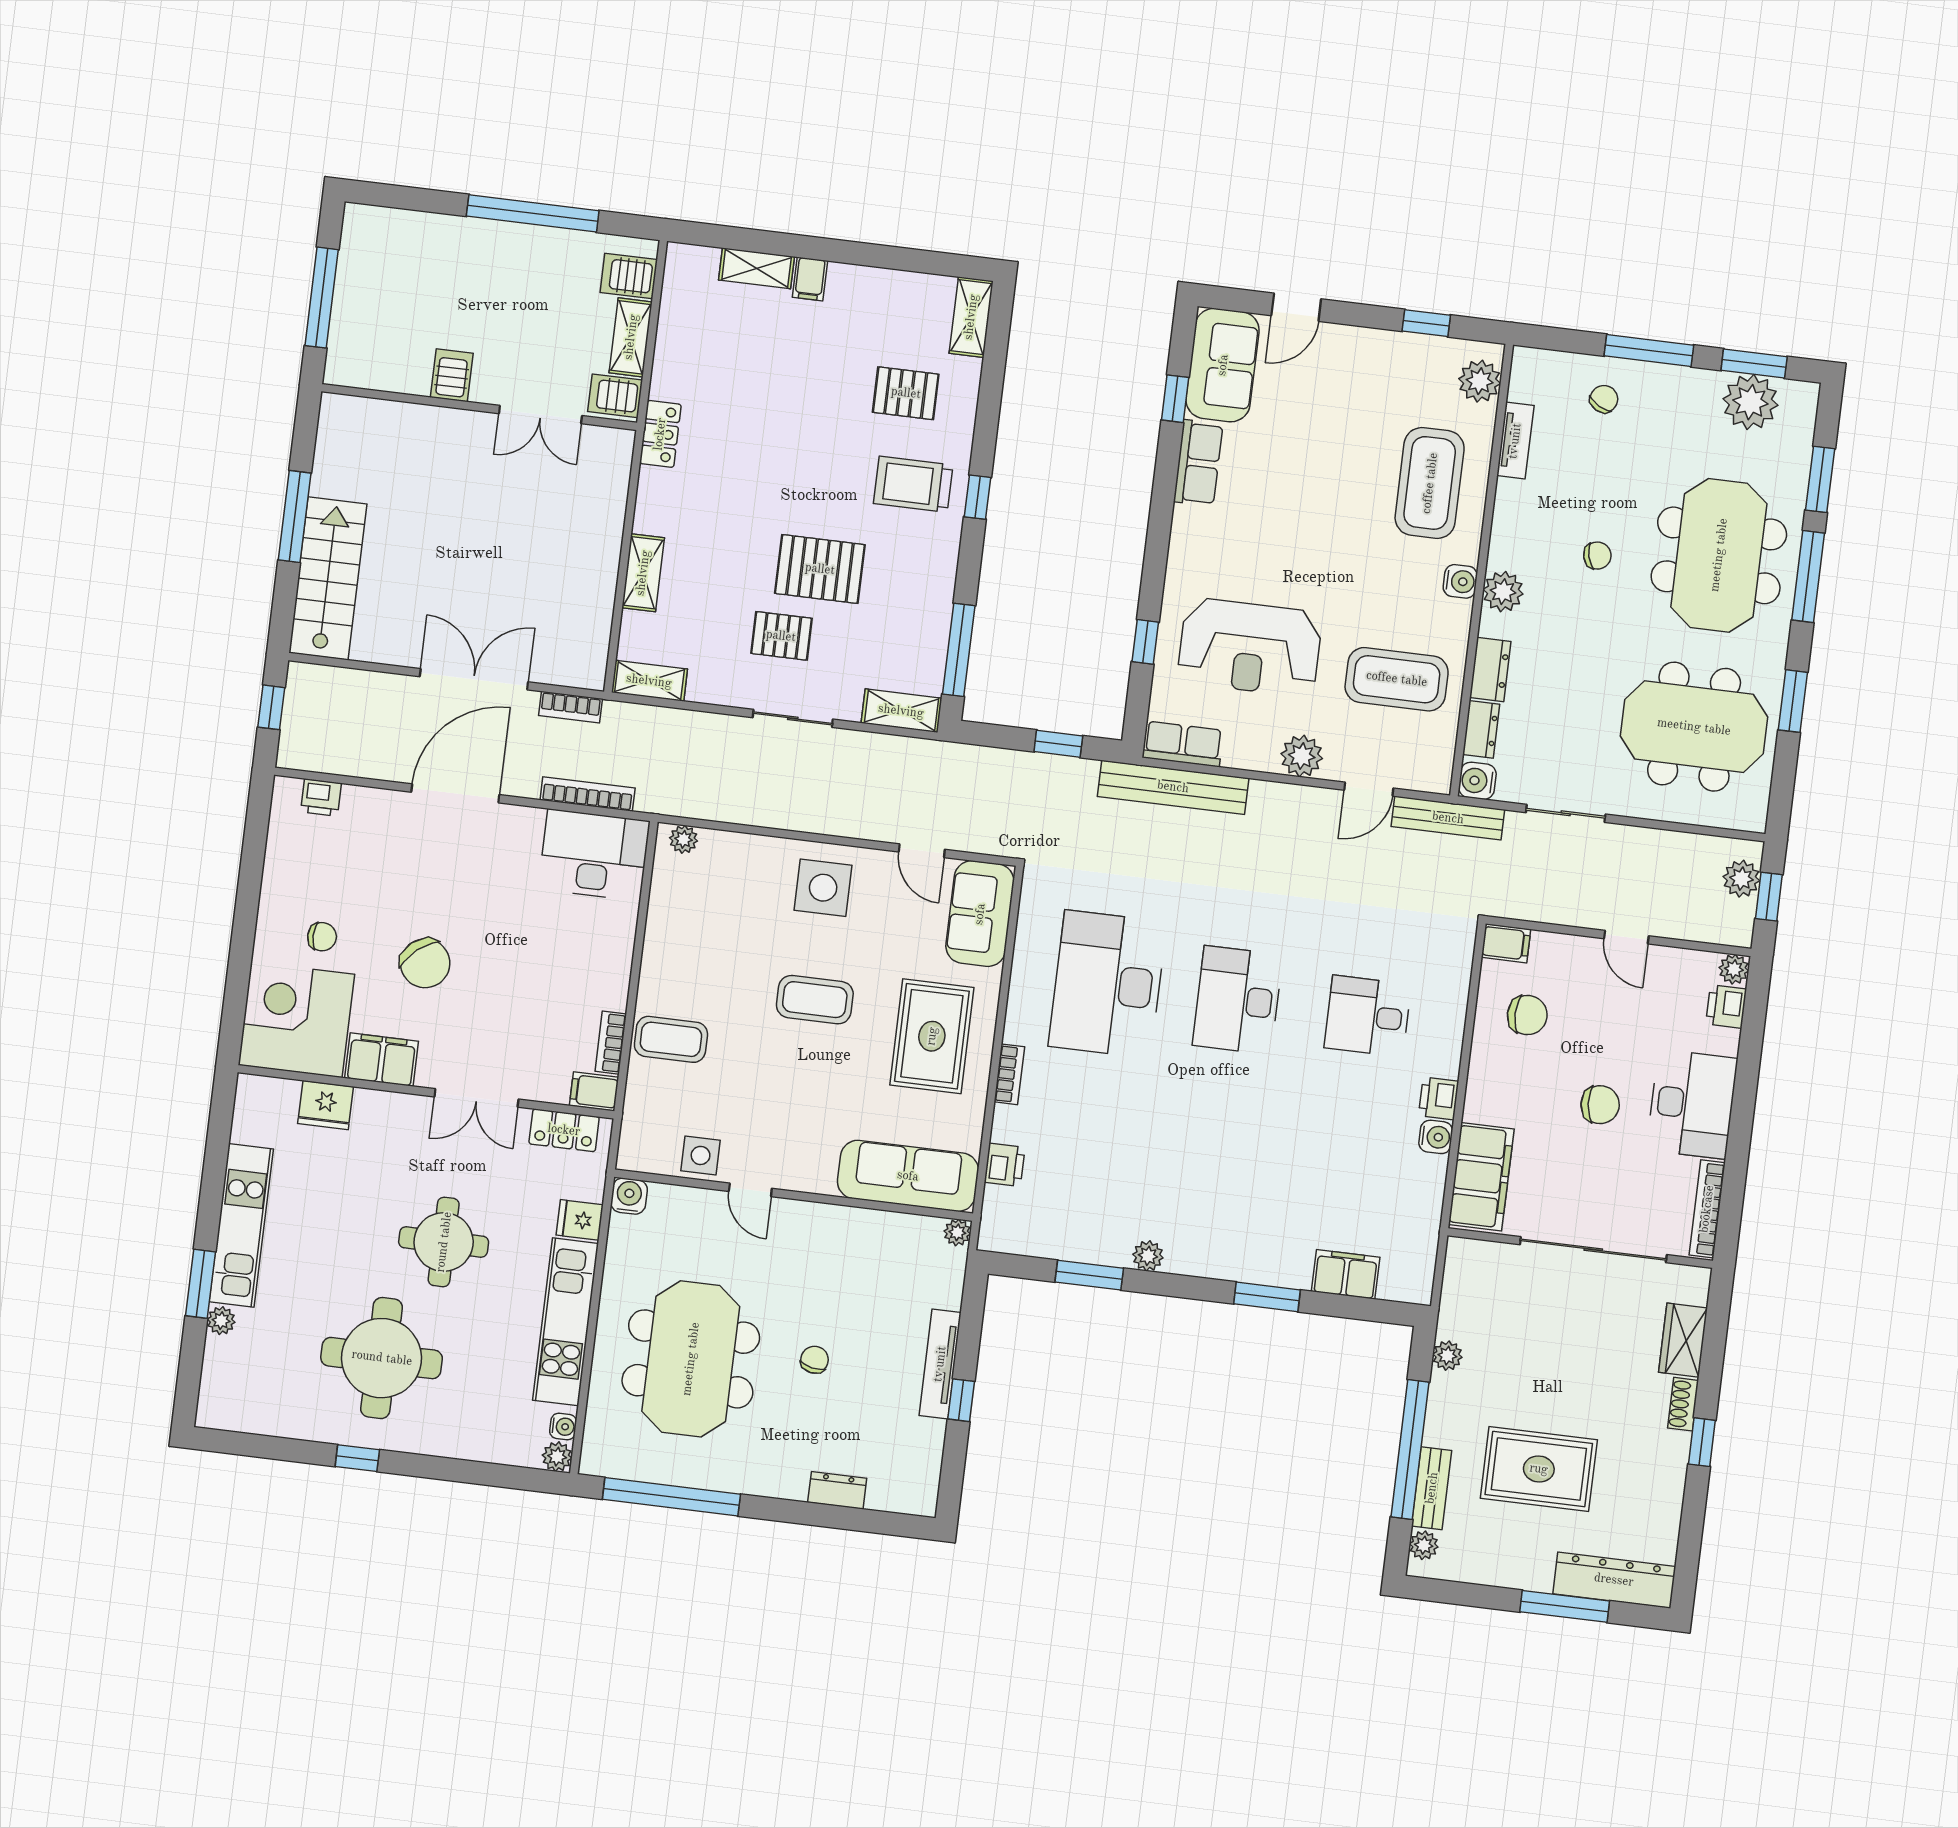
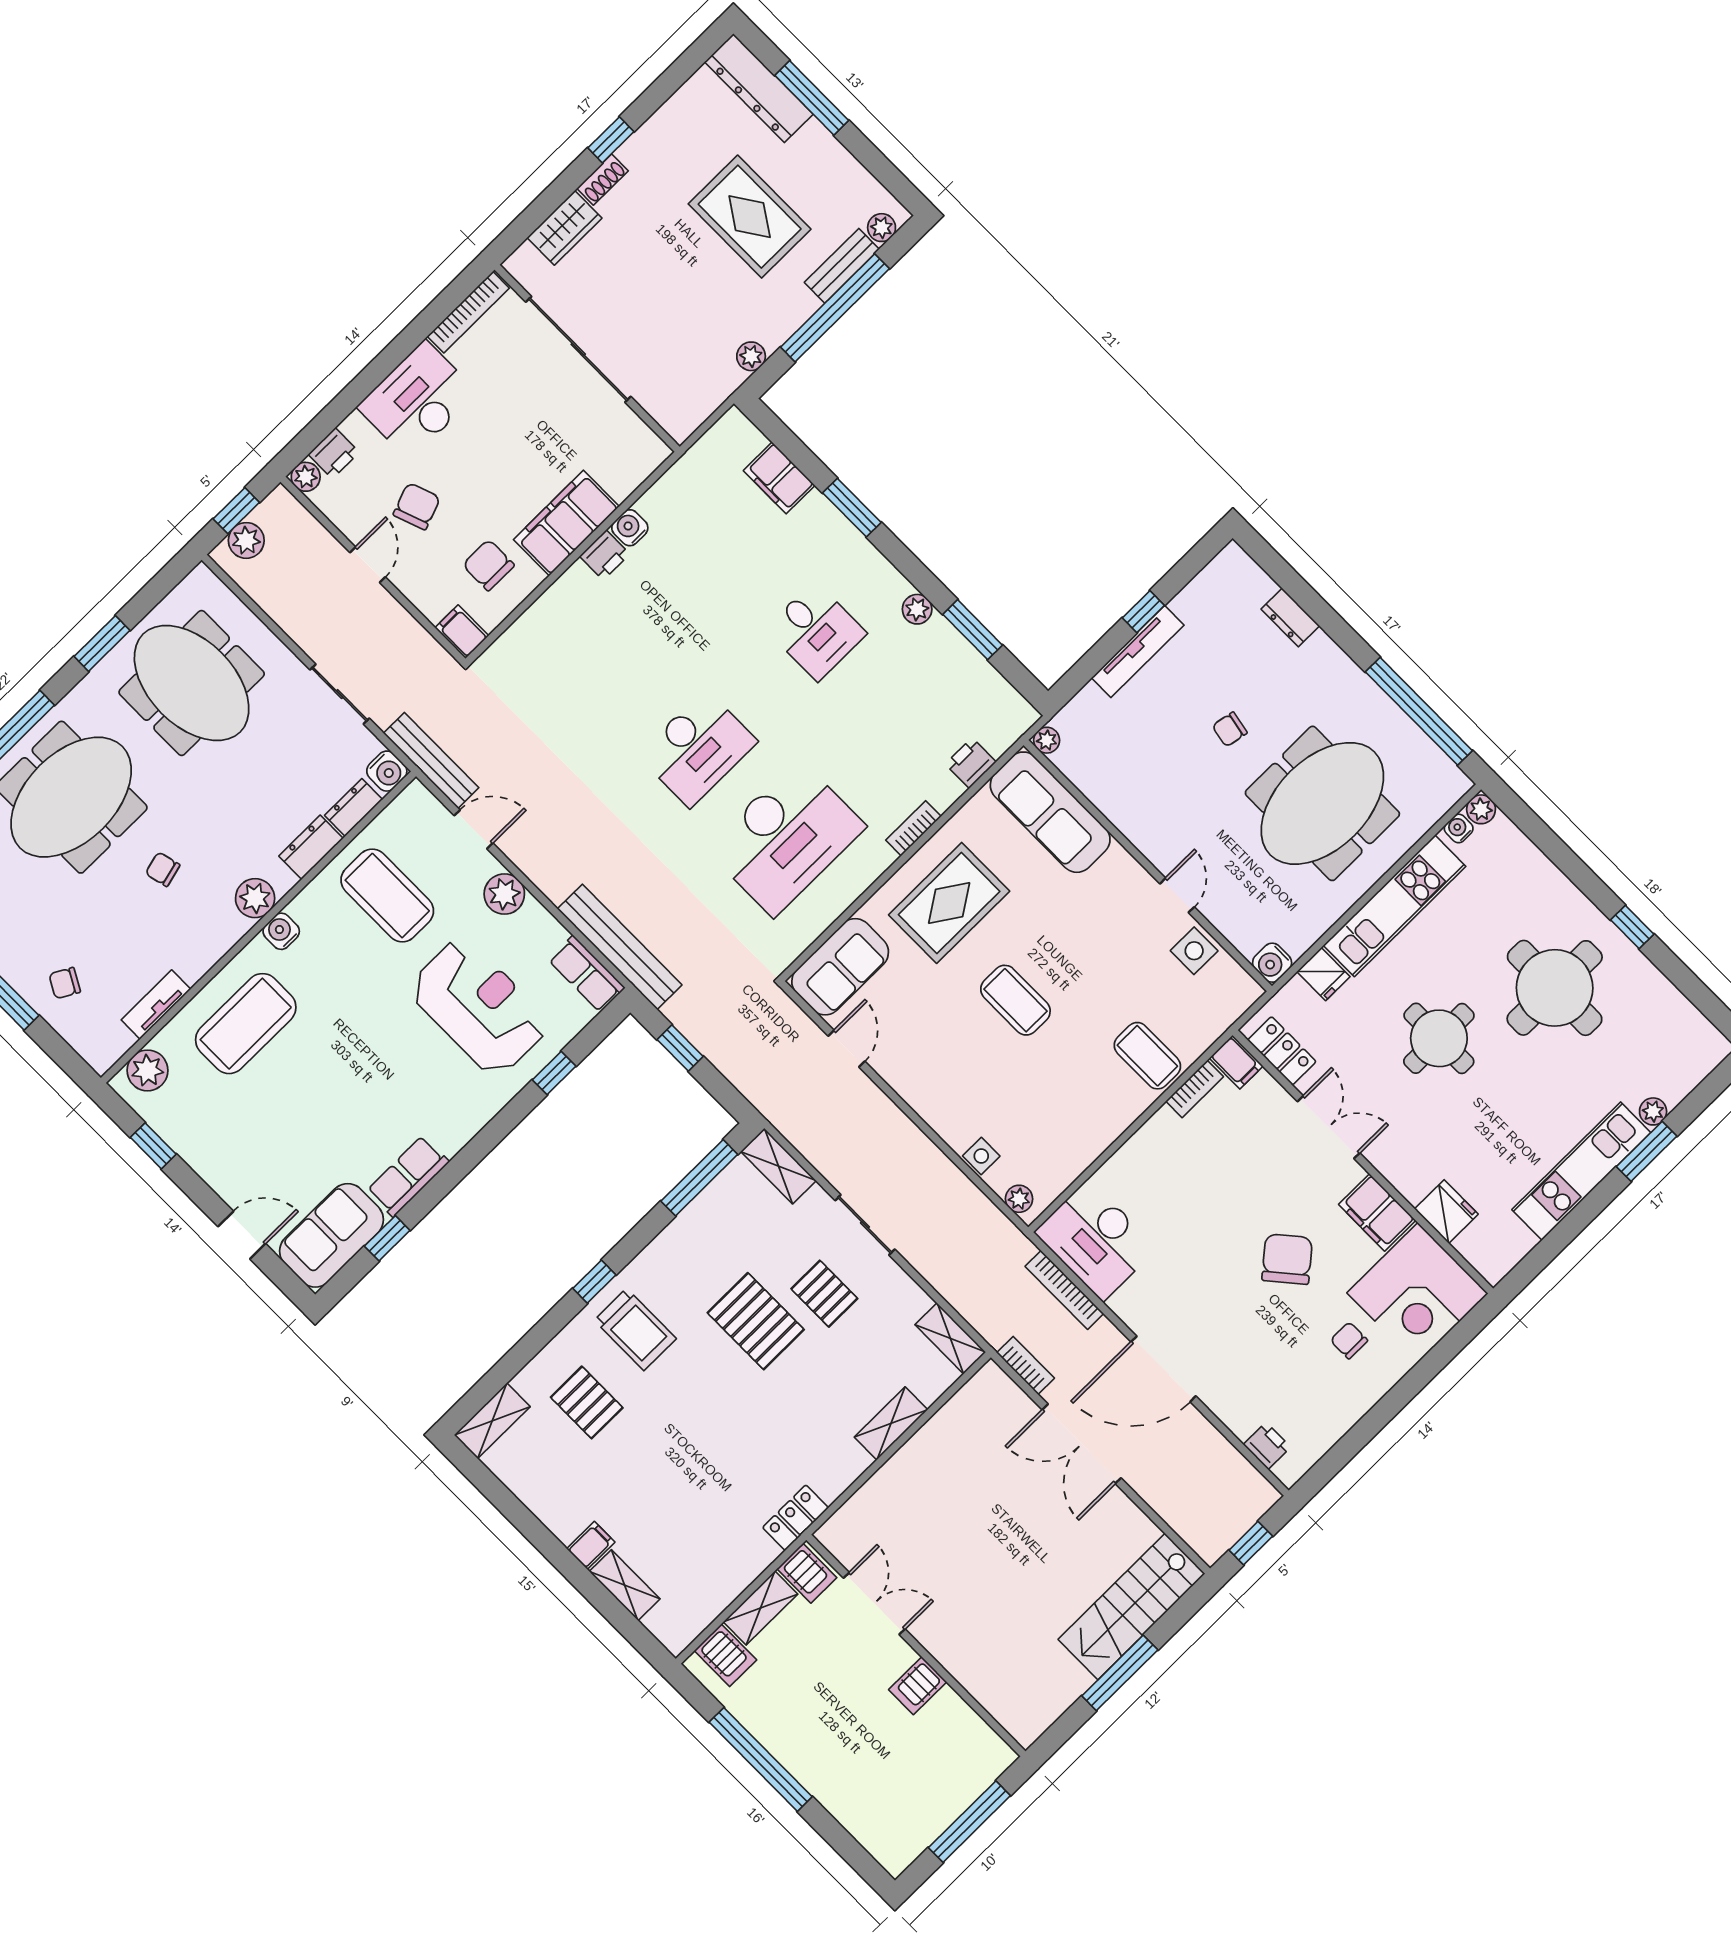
side table: (823, 888) -> (981, 1156), moved, width x0.54, depth x0.54
desk: (1368, 1016) -> (816, 631), moved
chair: (1600, 1105) -> (417, 506), moved, turned 75
filing cabinet: (1481, 1177) -> (566, 523), moved

